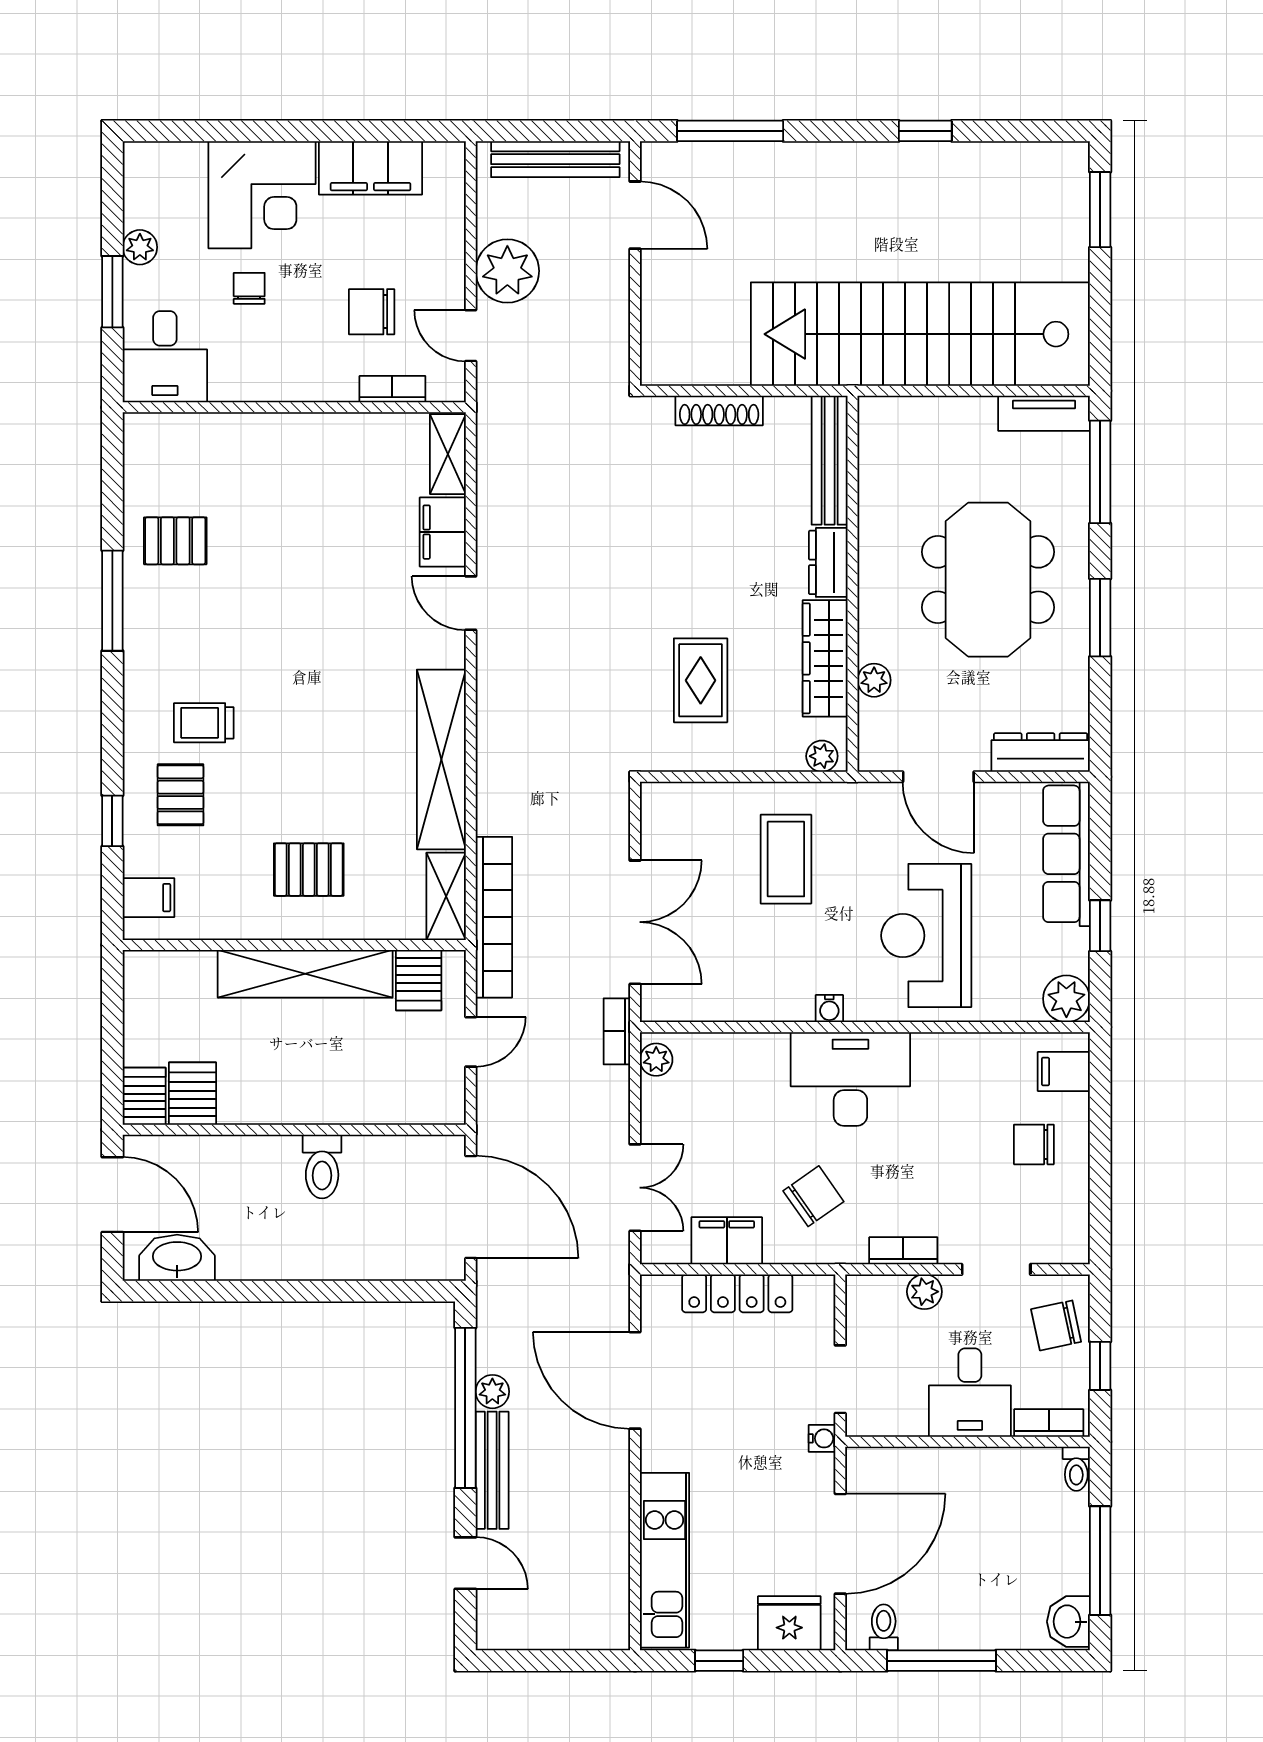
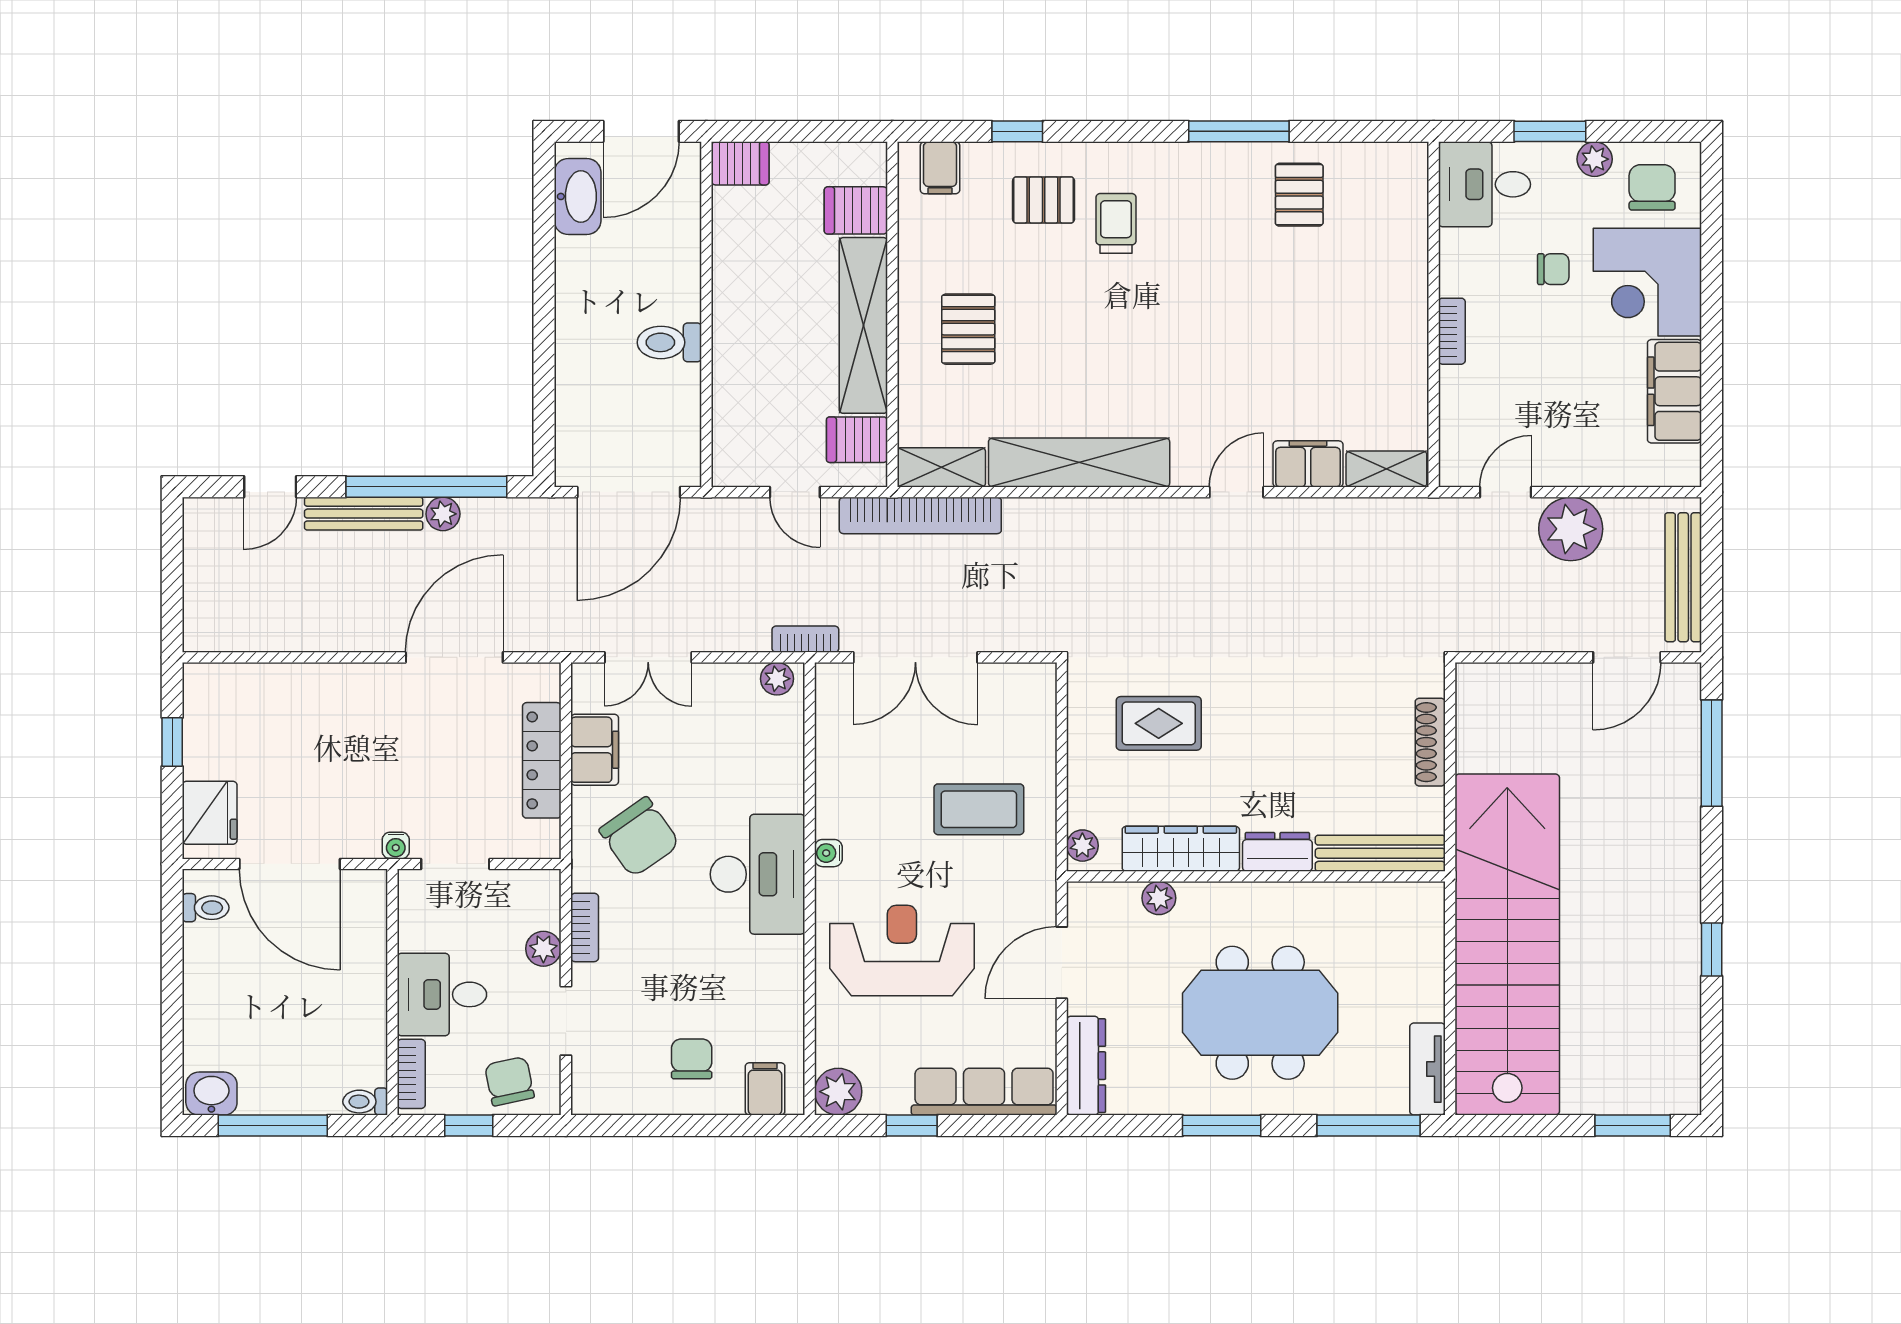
chair: (372, 312) -> (1652, 187), moved
bookcase: (392, 389) -> (1452, 331), moved
server rack: (192, 1094) -> (856, 210), moved, turned 180
chair: (813, 1196) -> (640, 837), width x1.37, depth x1.37
kitchen unit: (665, 1560) -> (273, 687), removed
window: (942, 1661) -> (172, 966), removed

